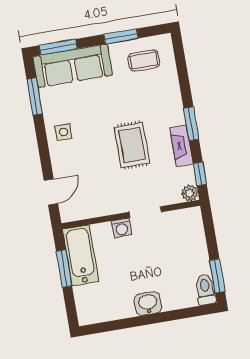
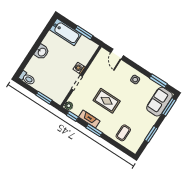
coffee table: (144, 61) -> (123, 133), moved
sofa: (73, 66) -> (160, 102), width x0.73
bathtub: (81, 255) -> (66, 32), moved
window: (217, 276) -> (44, 98), moved

